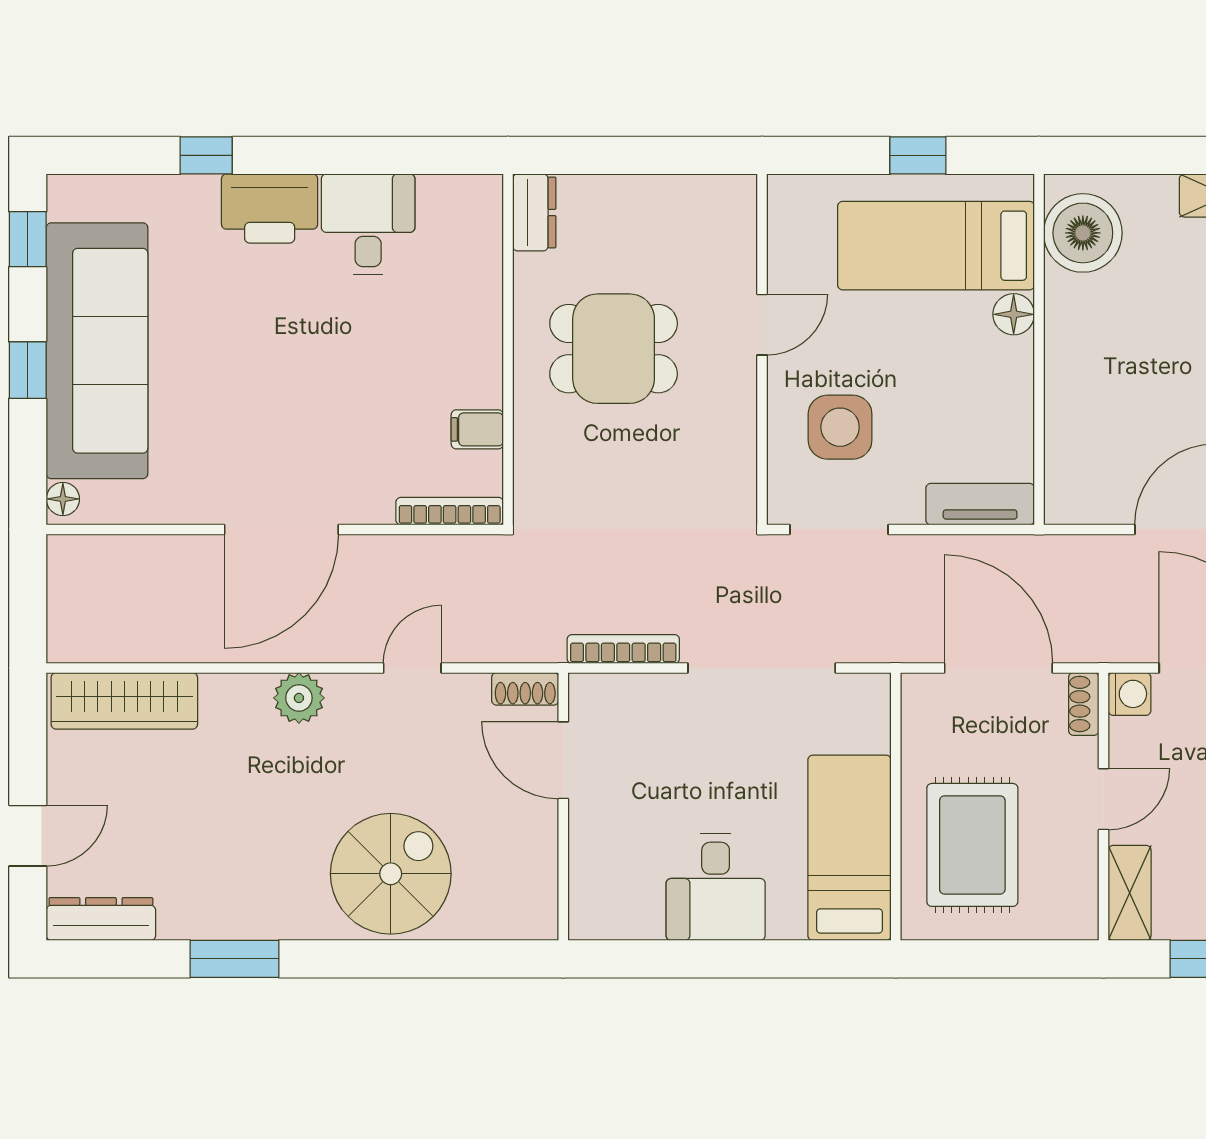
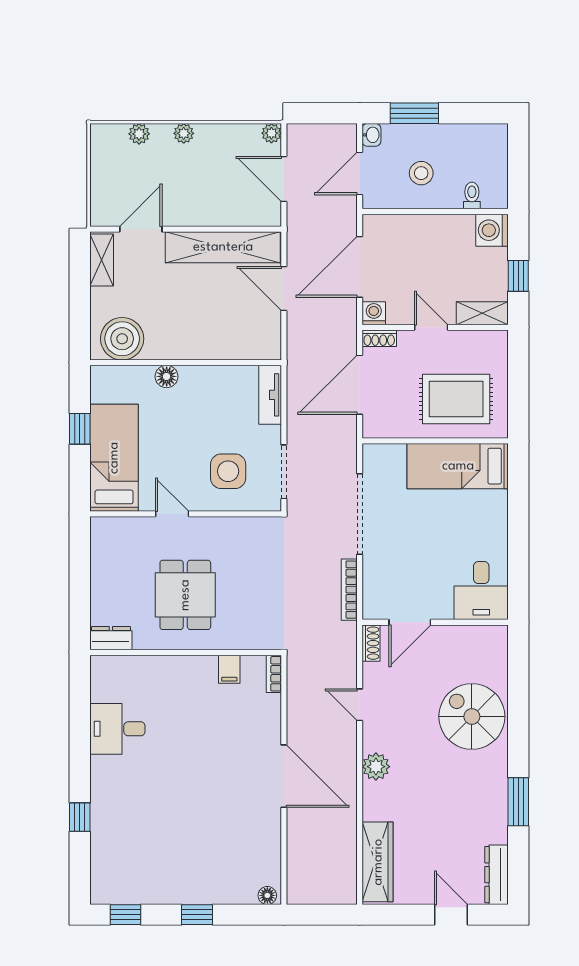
printer: (270, 208) -> (109, 783), removed
bed: (936, 246) -> (114, 458), moved, turned 180
sofa: (97, 351) -> (186, 877), removed
bookcase: (450, 511) -> (274, 674), width x0.64
desk: (716, 887) -> (481, 591), moved, turned 90

